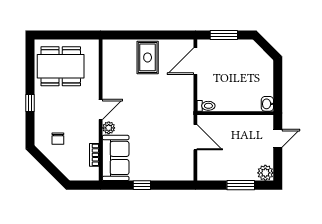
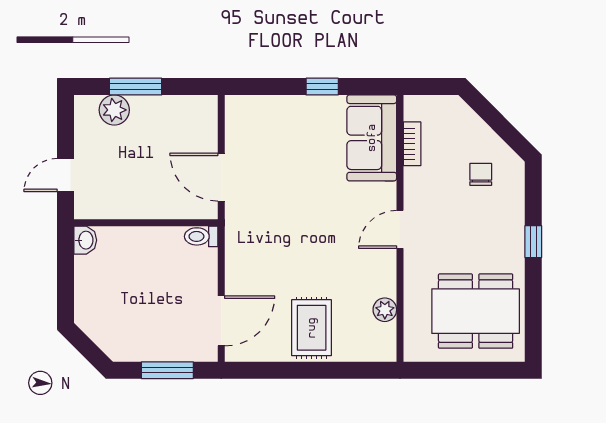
plant: (109, 128) -> (385, 310), moved
plant: (265, 173) -> (114, 110), moved

